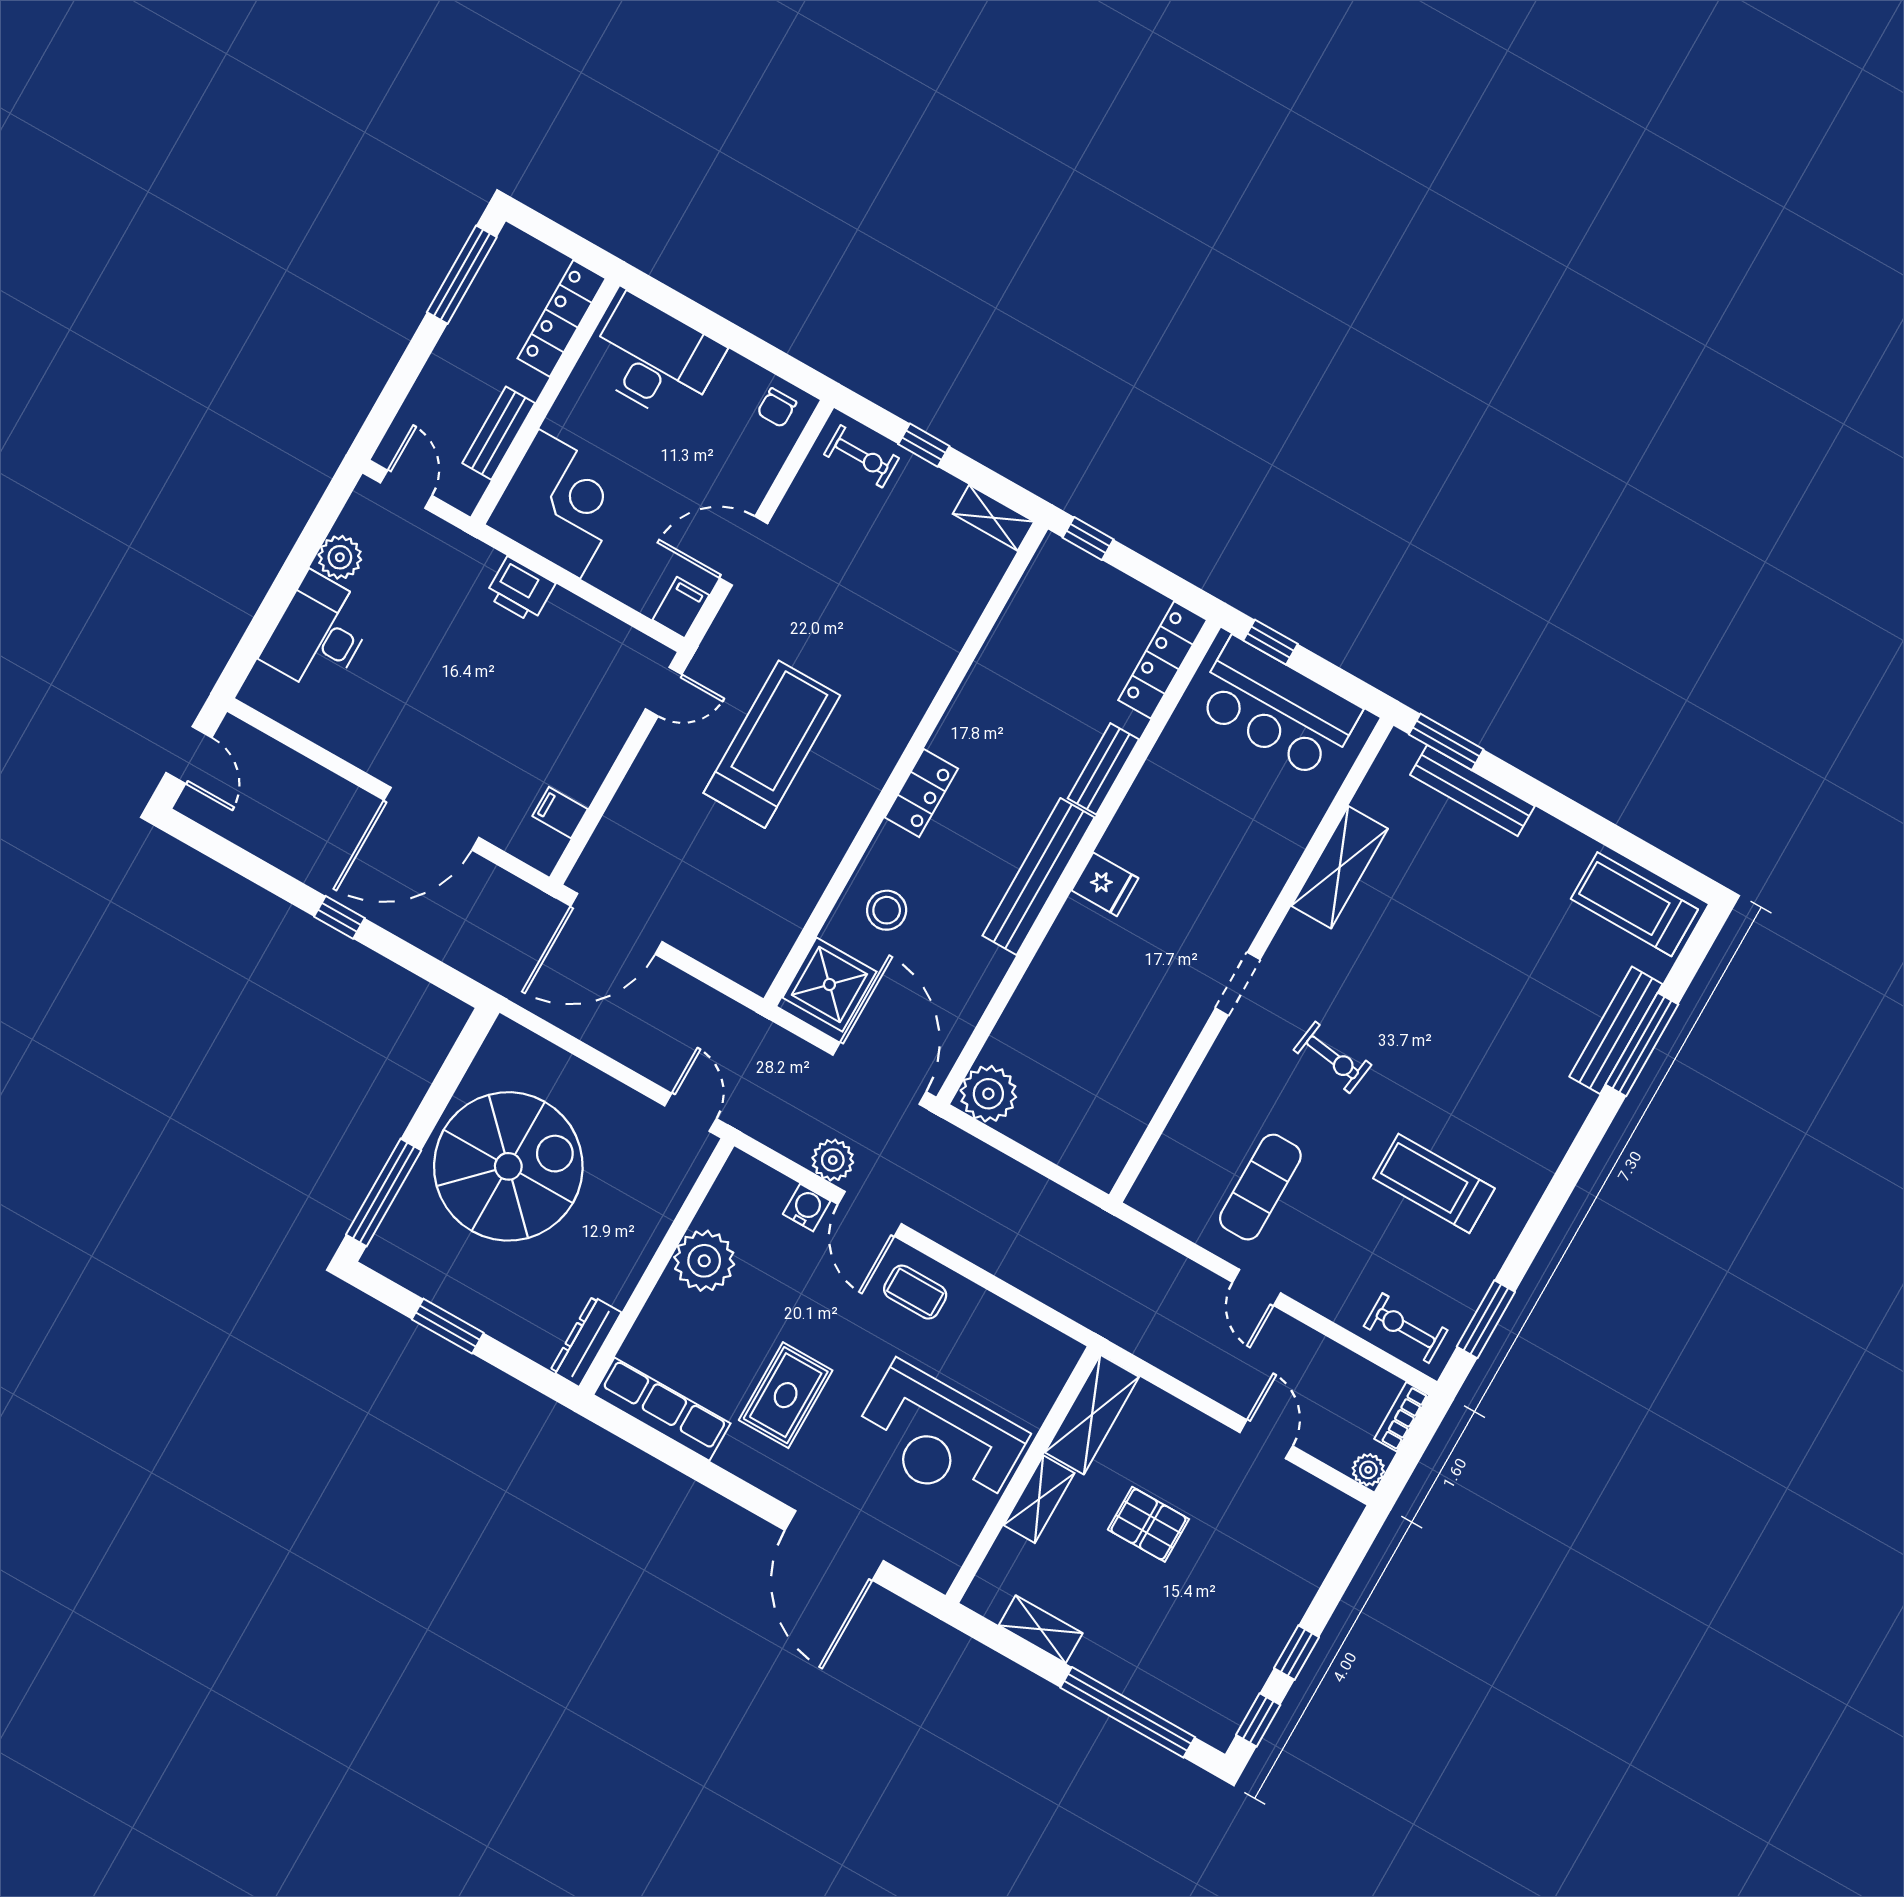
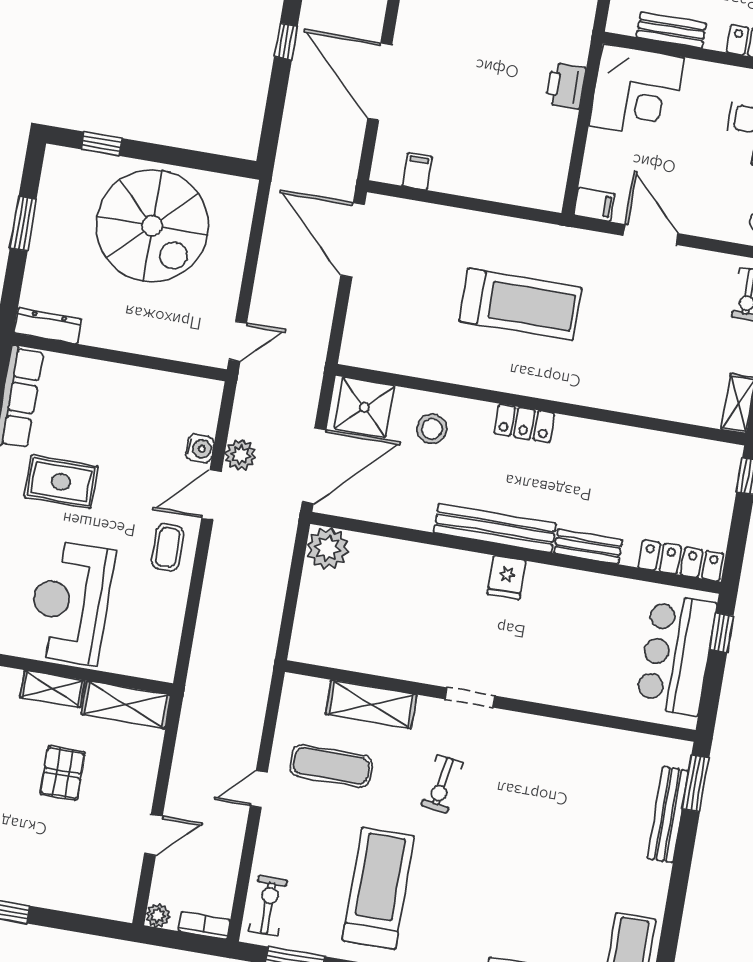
door: (664, 692) -> (530, 214), removed
shelving: (1340, 867) -> (371, 704), moved
treadmill: (1434, 1183) -> (378, 888), width x1.37, depth x1.38
window: (384, 1193) -> (102, 144), width x0.46
plant: (704, 1261) -> (136, 389), removed

